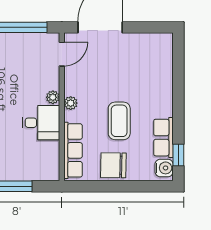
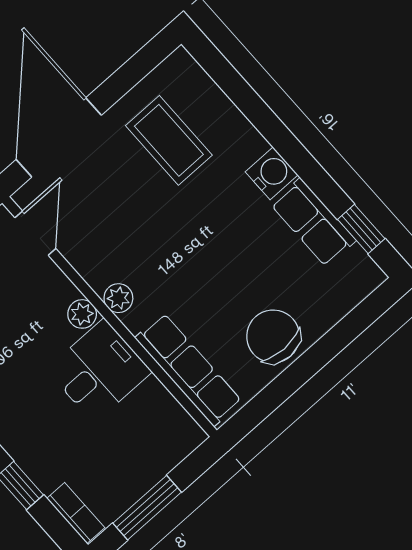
coffee table: (119, 121) -> (169, 140), moved
chair: (113, 165) -> (273, 336), turned 89
water cooler: (164, 168) -> (272, 173), moved

